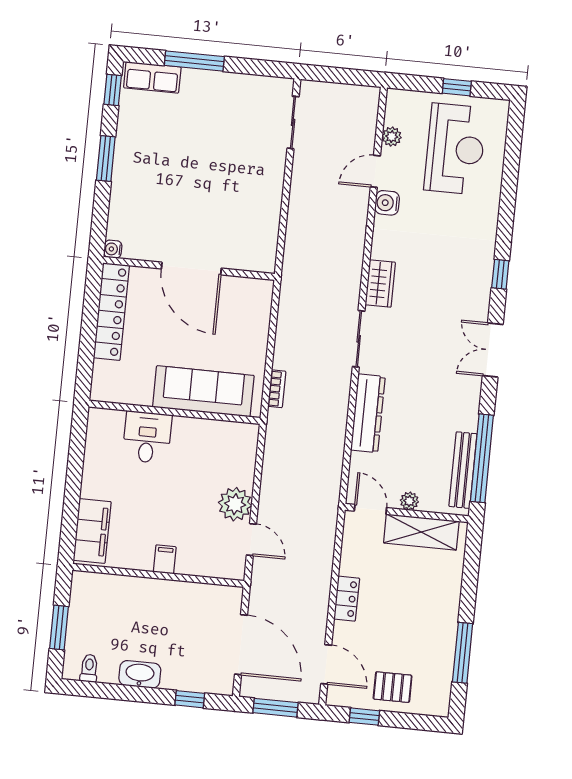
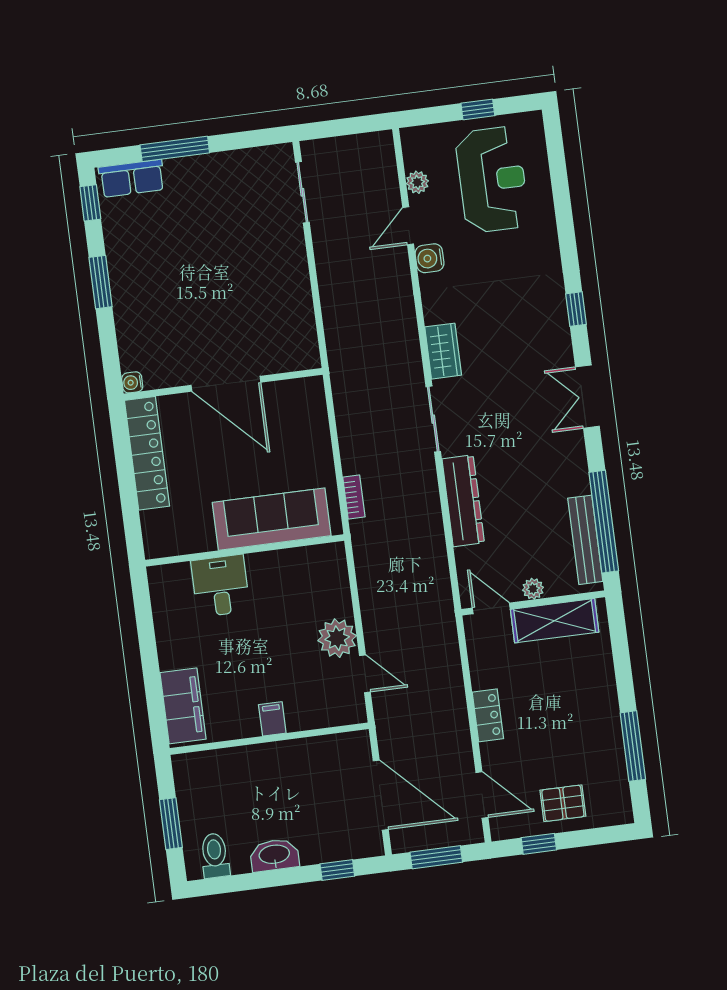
toilet: (89, 668) -> (215, 855), width x1.37, depth x1.39

